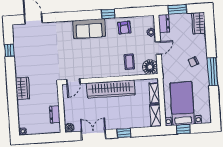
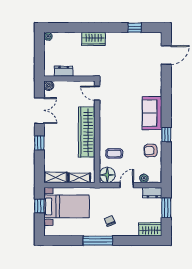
door: (158, 48) -> (127, 185), swing flipped

